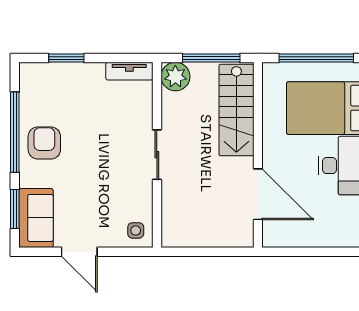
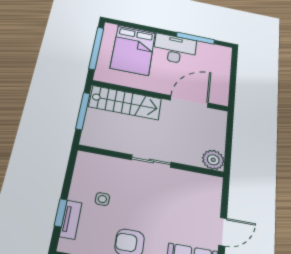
tv unit: (129, 71) -> (71, 220), moved
plant: (175, 77) -> (213, 160), moved
side table: (136, 230) -> (102, 199), moved

